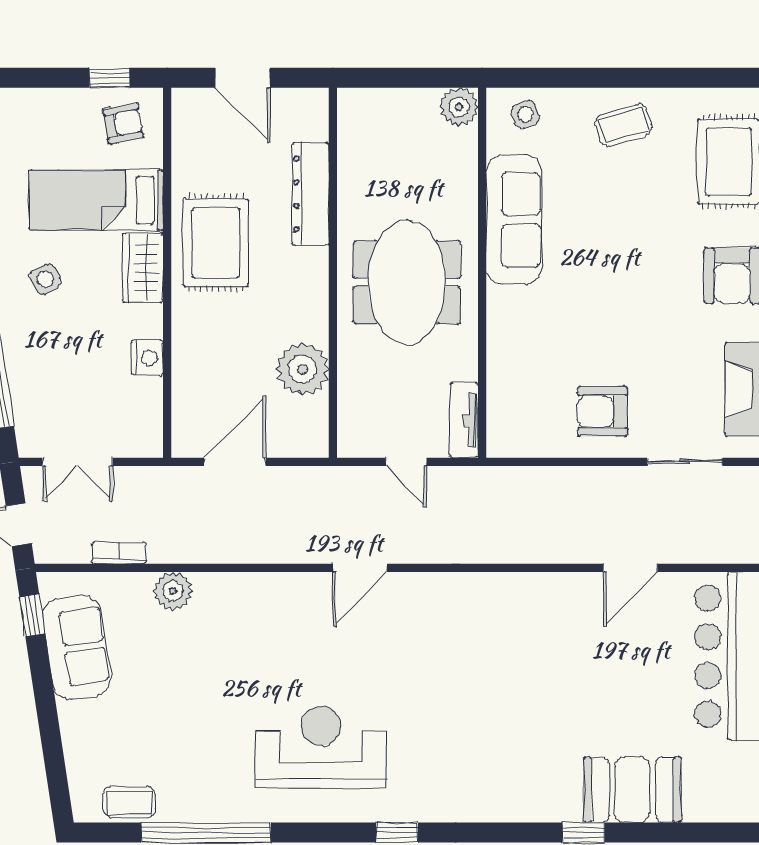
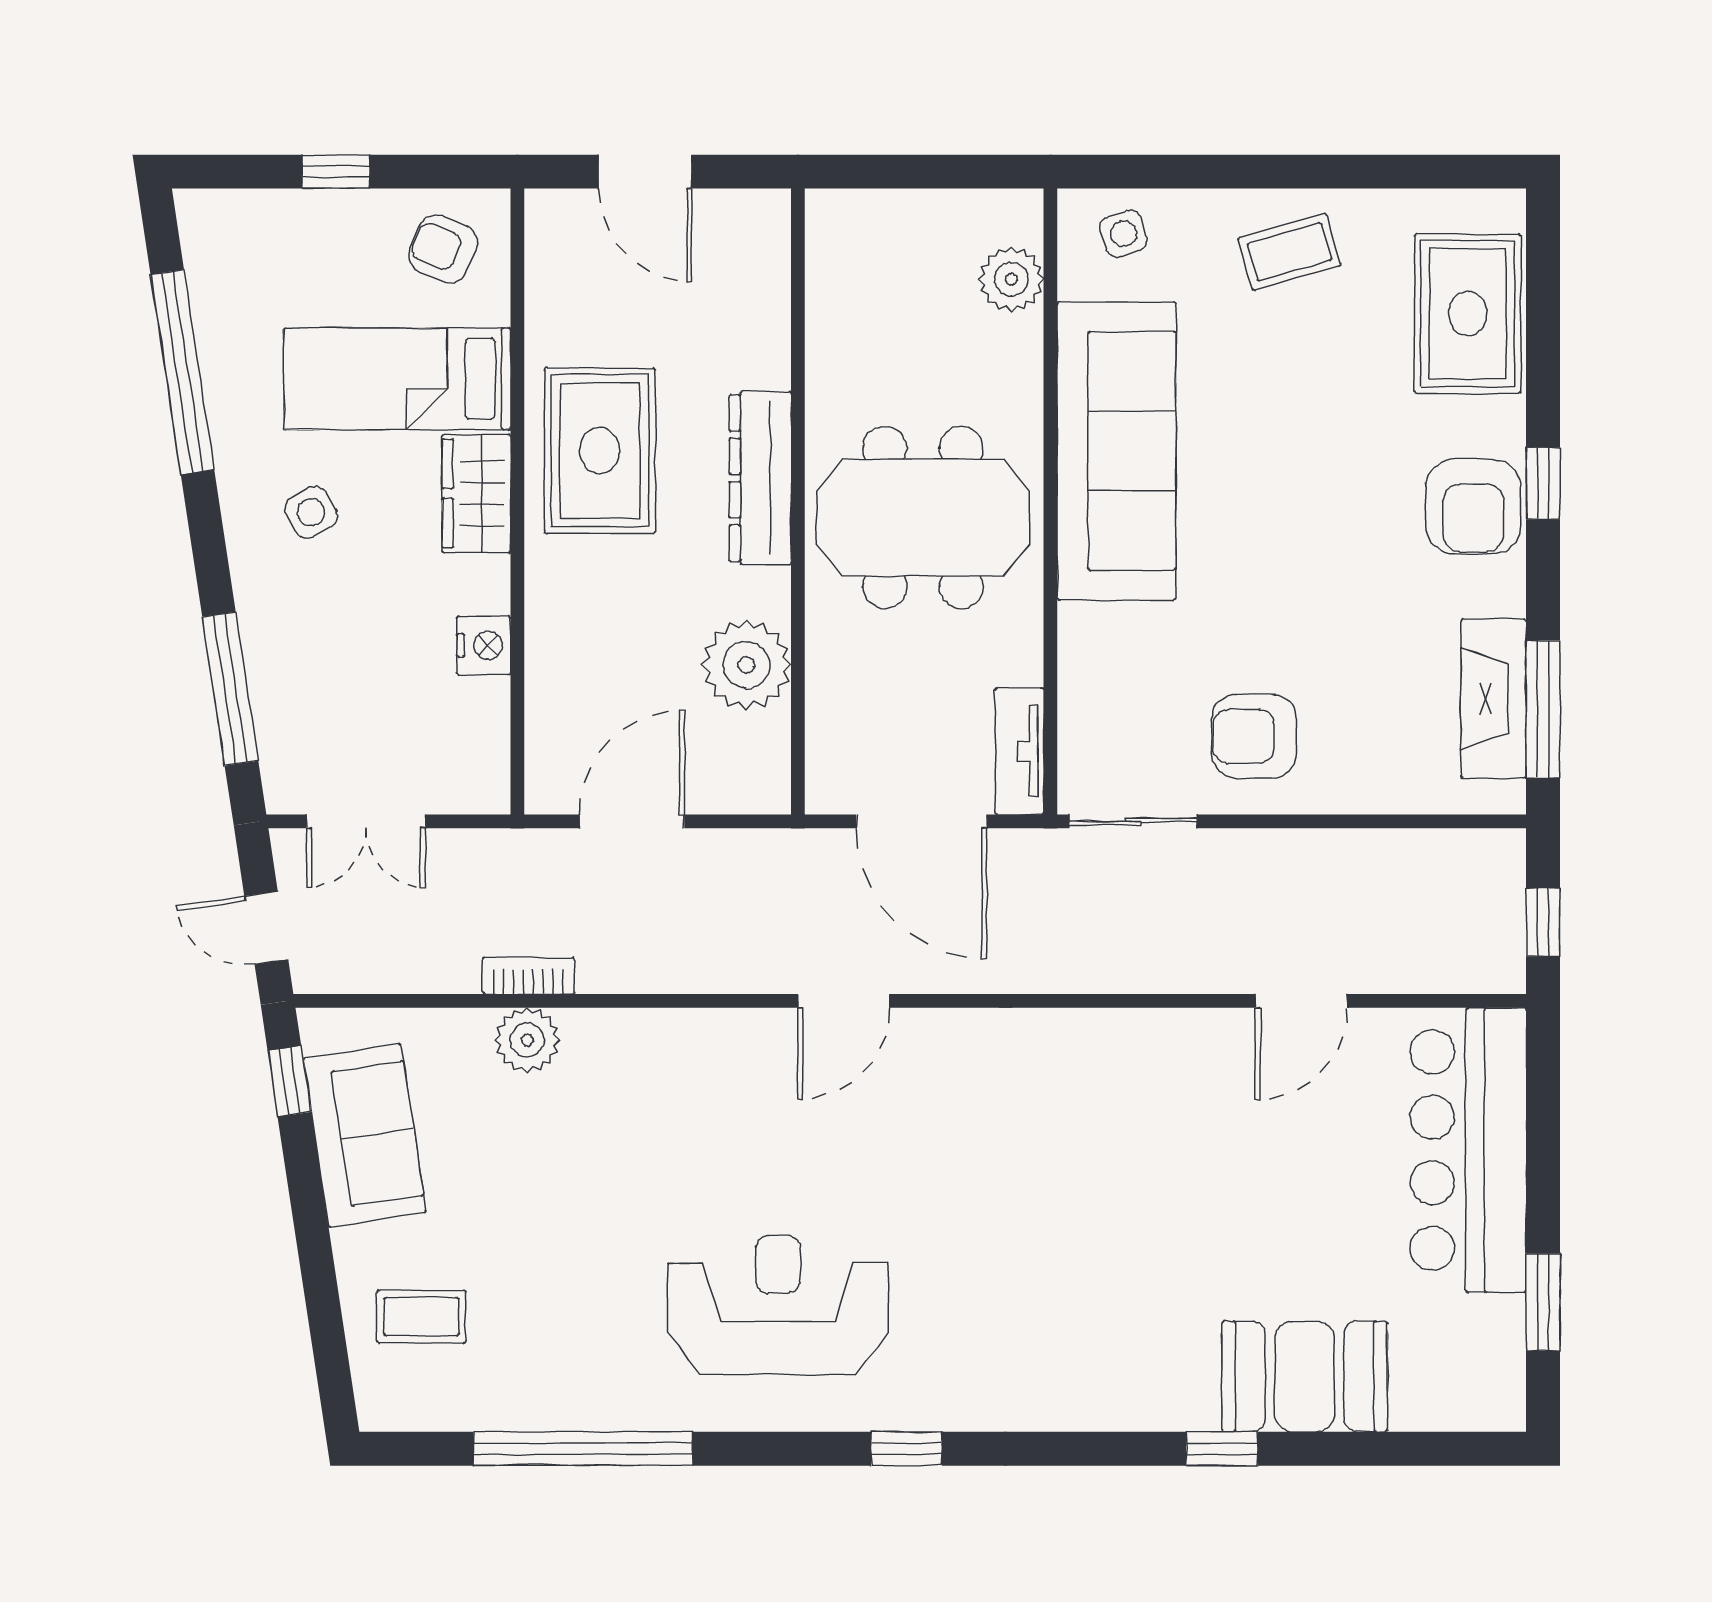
window: (110, 78) -> (336, 172), moved
plant: (459, 107) -> (1011, 279), moved
armchair: (123, 124) -> (443, 249), turned -147
dresser: (311, 194) -> (760, 478), moved
sofa: (514, 220) -> (1116, 451), width x1.36, depth x1.27
meeting table: (407, 282) -> (923, 518), turned 90
door: (406, 462) -> (921, 821), width x1.87
sliding door: (685, 462) -> (1133, 821), moved
bookcase: (119, 553) -> (528, 976), moved
coffee table: (129, 802) -> (421, 1317), moved

